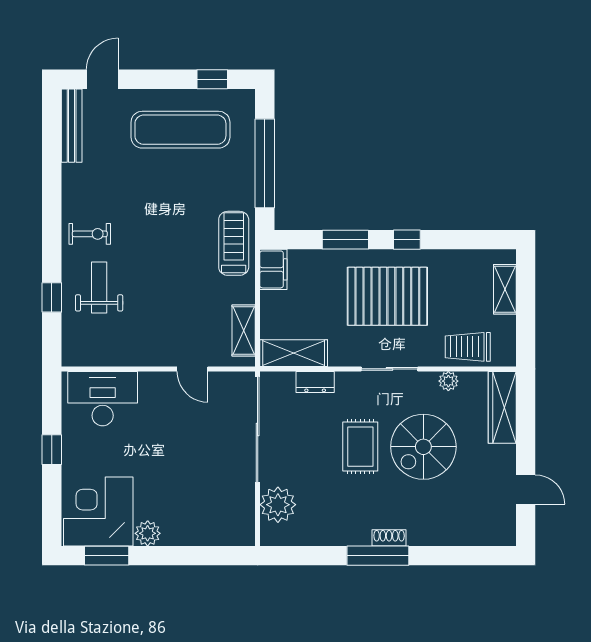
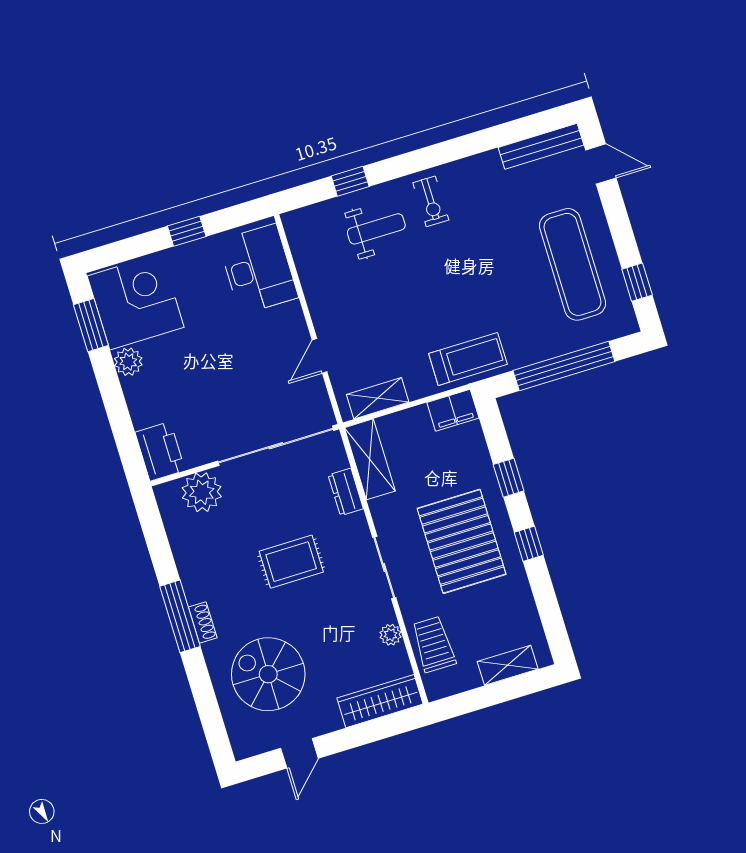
window: (345, 240) -> (509, 478), width x0.67
spiral stairs: (423, 447) -> (268, 674), moved
printer: (232, 530) -> (160, 451), added

